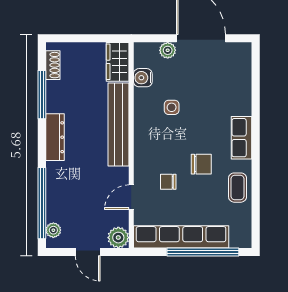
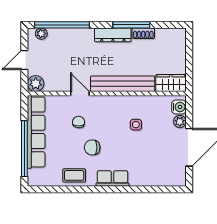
shoe rack: (53, 65) -> (143, 33), moved
water cooler: (143, 78) -> (179, 107), moved, turned 90
window: (42, 95) -> (131, 25), moved
chair: (201, 164) -> (92, 147), turned 90
door: (131, 197) -> (80, 94), moved

